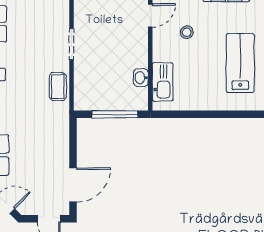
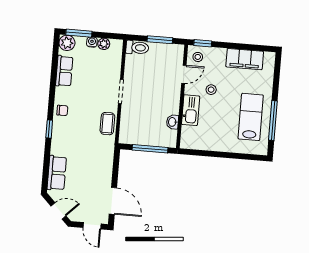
kitchen sink: (163, 82) -> (191, 110), moved
door: (73, 185) -> (113, 201), hinge flipped

